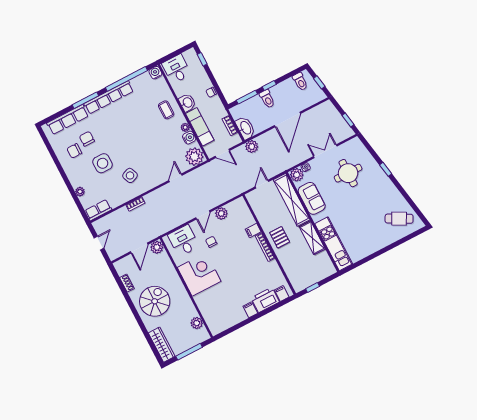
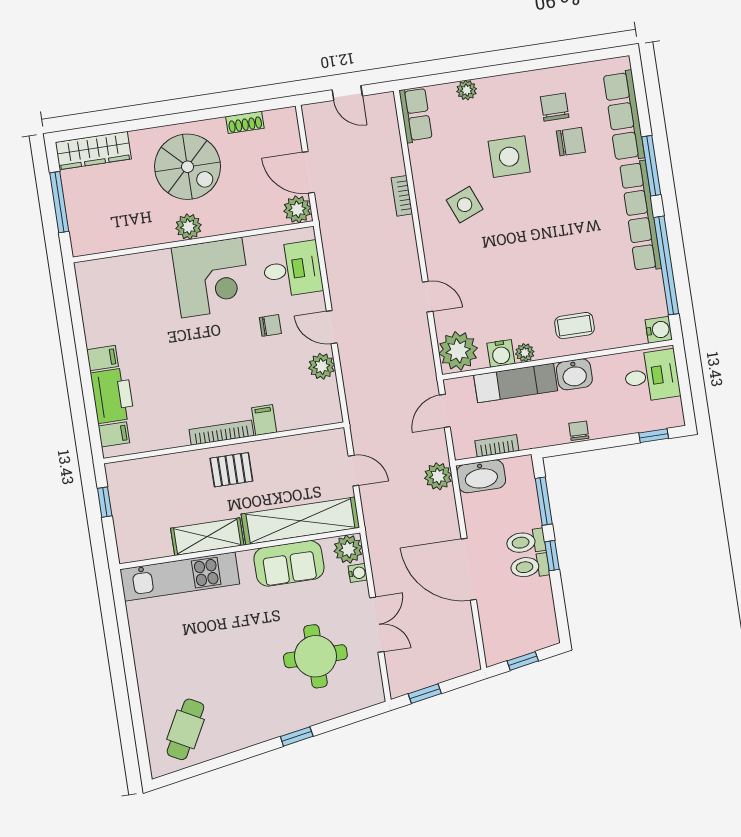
toilet: (300, 82) -> (530, 566), moved
plant: (197, 323) -> (188, 227), moved

